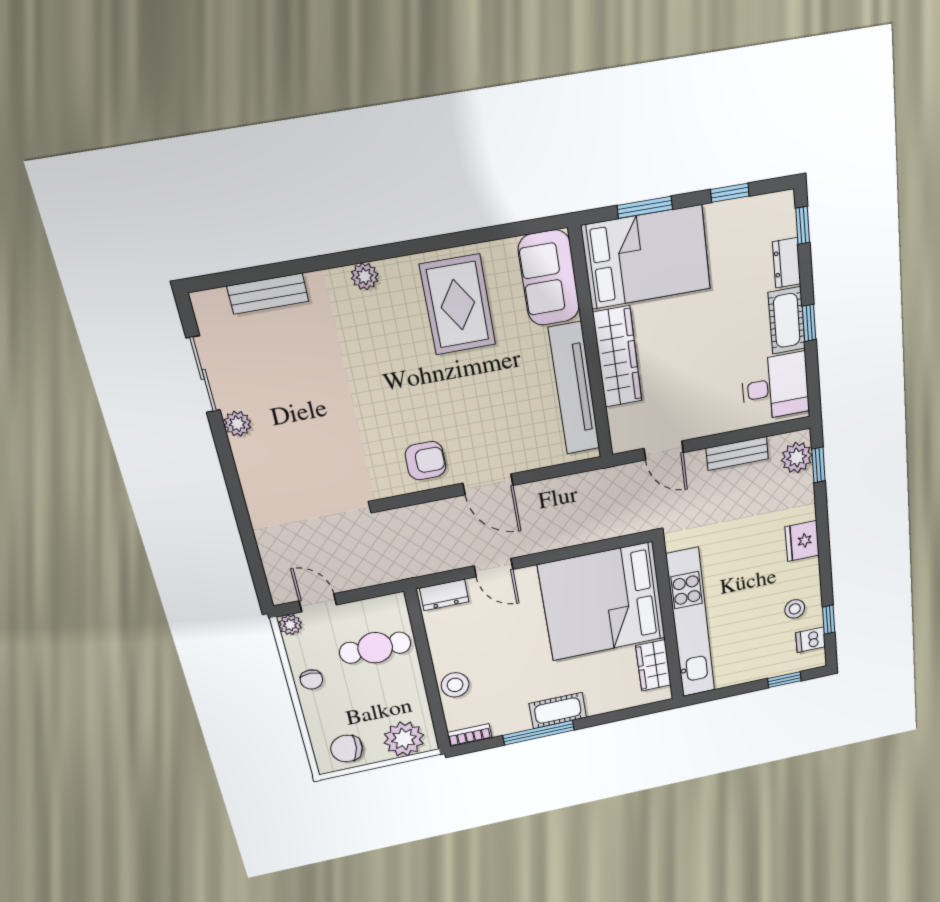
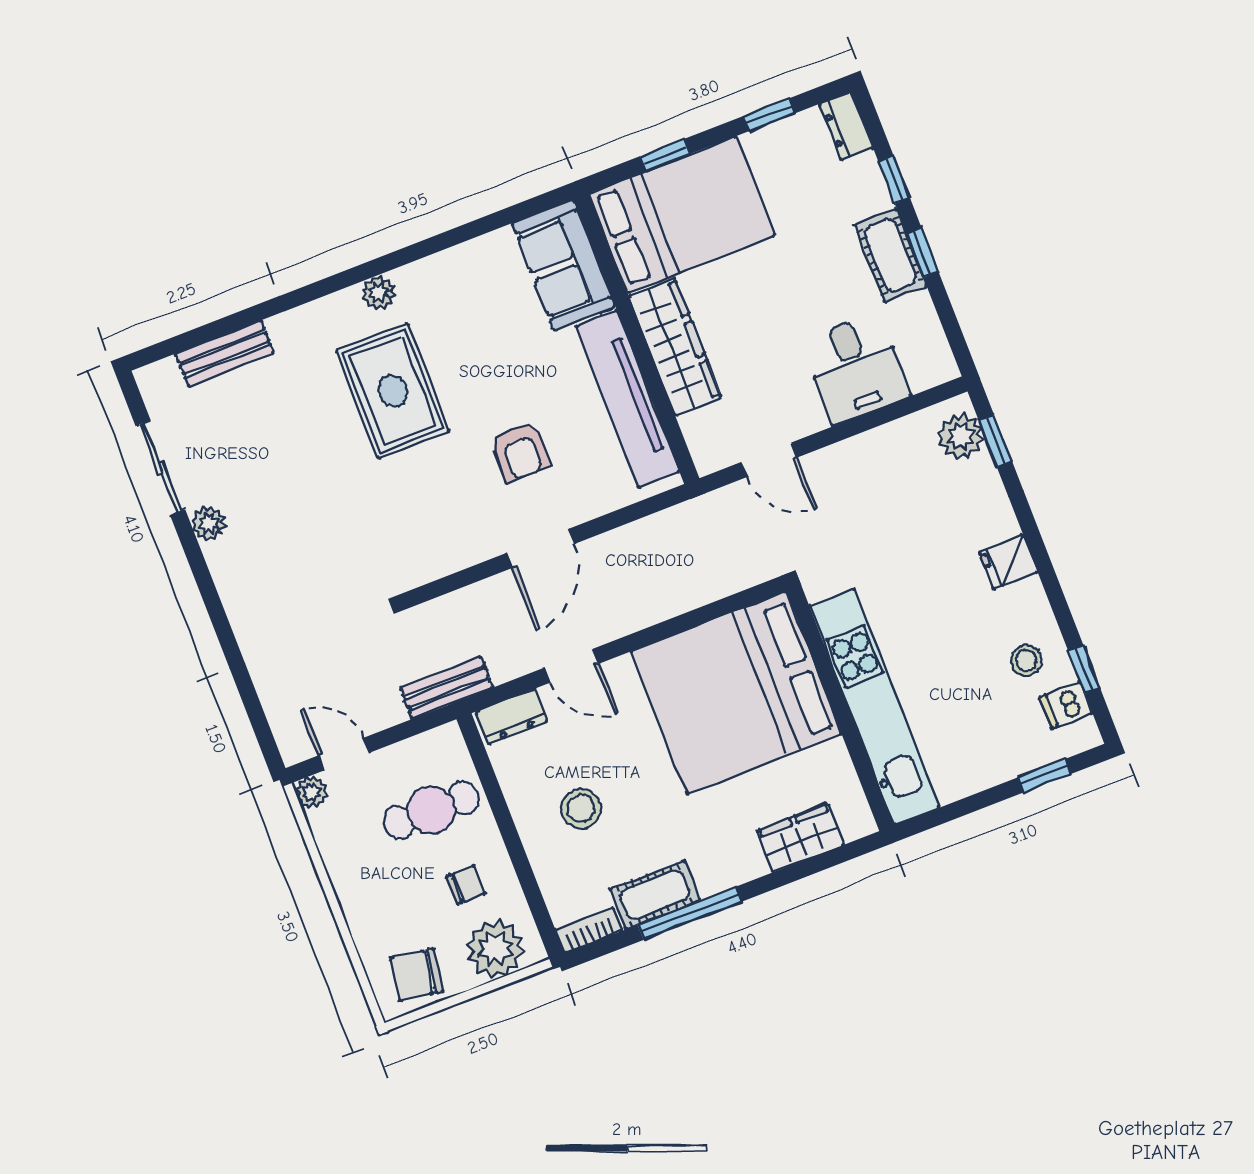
window: (645, 207) -> (665, 155), width x0.67
window: (803, 225) -> (894, 180), moved
dresser: (787, 263) -> (846, 126), moved
plant: (365, 276) -> (378, 293), moved
rug: (458, 305) -> (393, 391), moved
desk: (775, 387) -> (856, 369), moved, turned 90
bench: (737, 453) -> (447, 688), moved
armchair: (425, 461) -> (520, 451), moved, turned 90
door: (488, 484) -> (541, 548), hinge flipped
fridge: (802, 541) -> (1009, 562), width x0.72
wardrobe: (653, 665) -> (800, 838), moved, turned 90
chair: (311, 680) -> (466, 885), moved, turned -90
stool: (455, 685) -> (581, 809), moved
cot: (558, 711) -> (655, 895), moved

